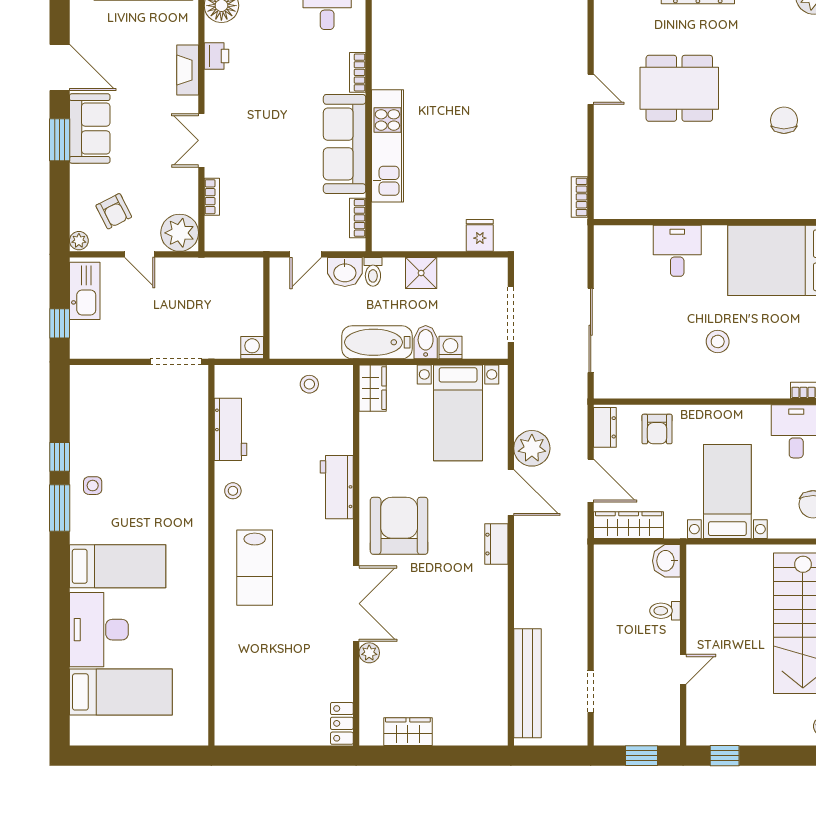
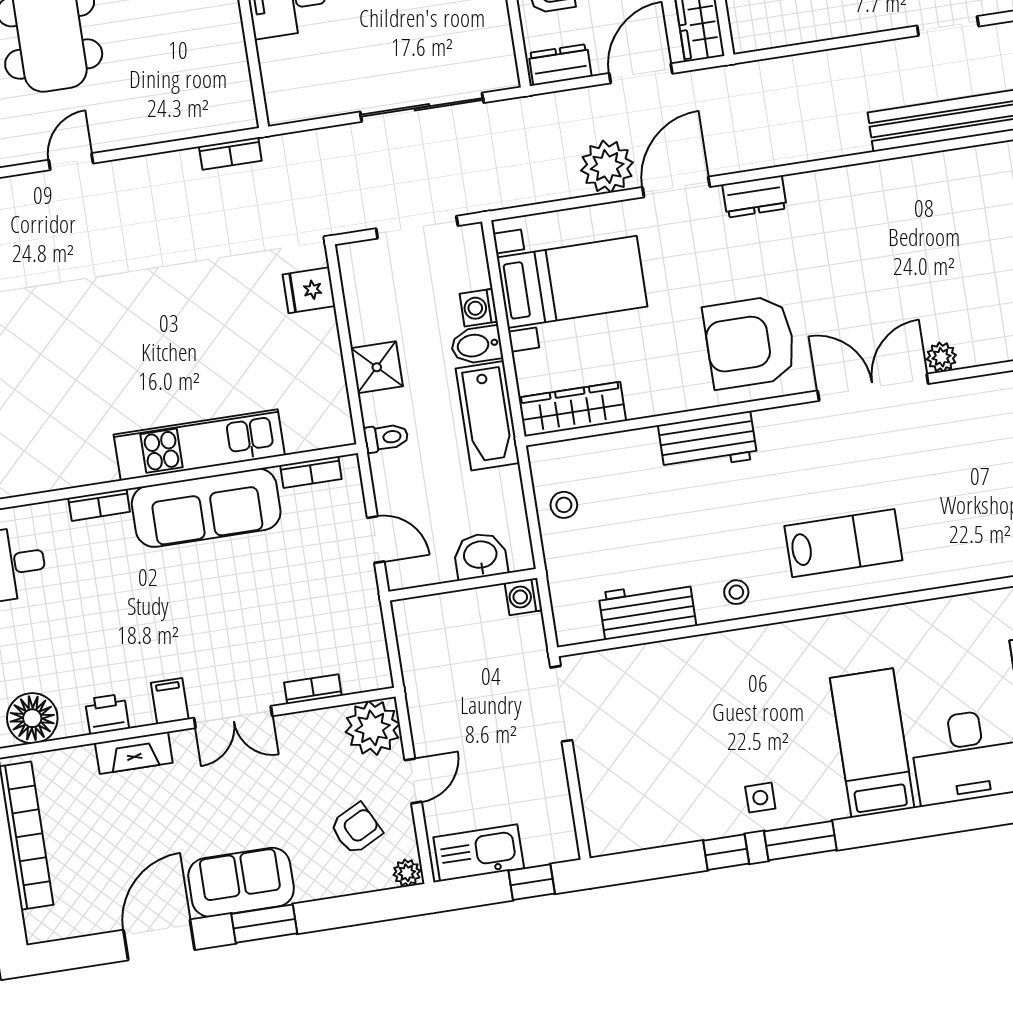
filing cabinet: (219, 99) -> (170, 701), added
washbasin: (345, 272) -> (480, 556), moved, turned -90
wardrobe: (373, 388) -> (572, 409), width x1.50

